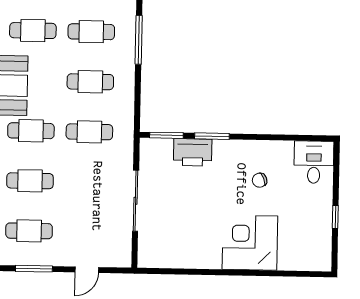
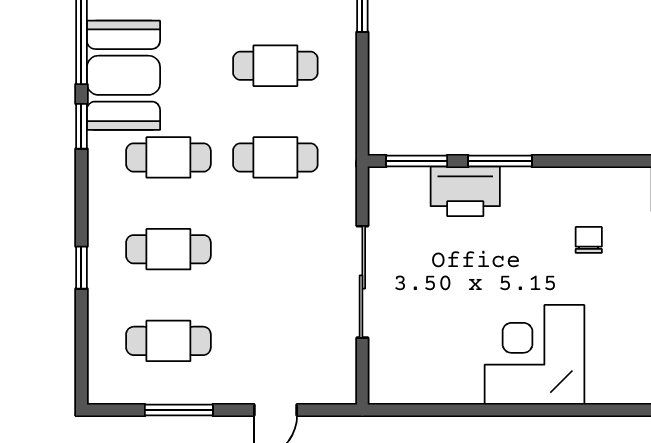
chair: (260, 180) -> (589, 240), turned 112
corner desk: (250, 243) -> (534, 355), moved

